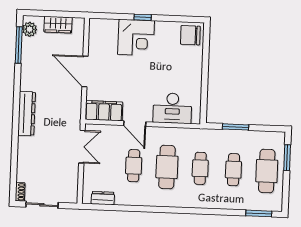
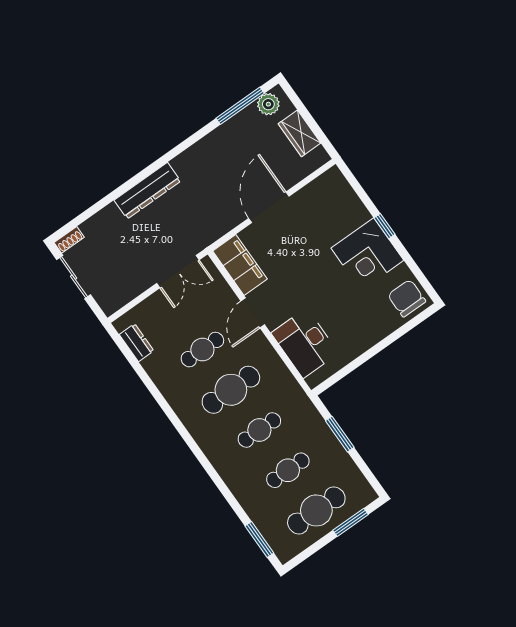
corner desk: (136, 37) -> (367, 254), moved
dresser: (27, 114) -> (147, 191), moved

